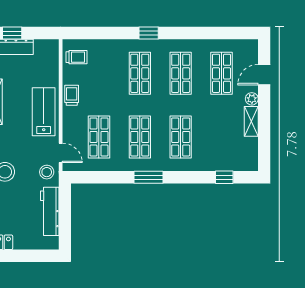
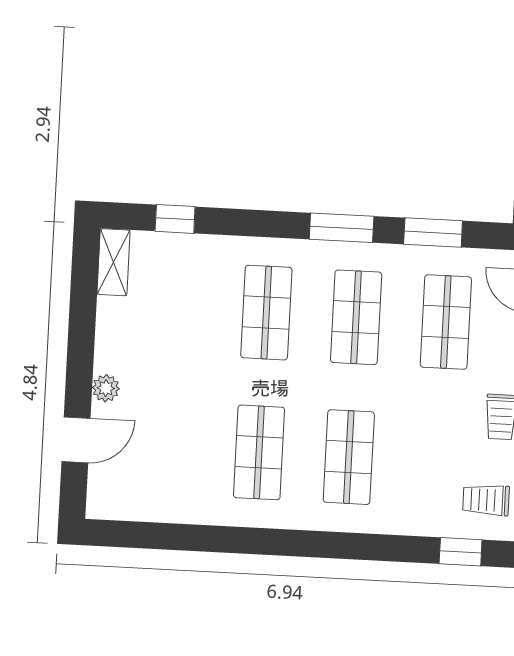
window: (149, 33) -> (461, 552), moved
shop shelf: (222, 73) -> (169, 448), removed
shelving: (251, 121) -> (113, 262), moved
window: (107, 177) -> (433, 232), added

